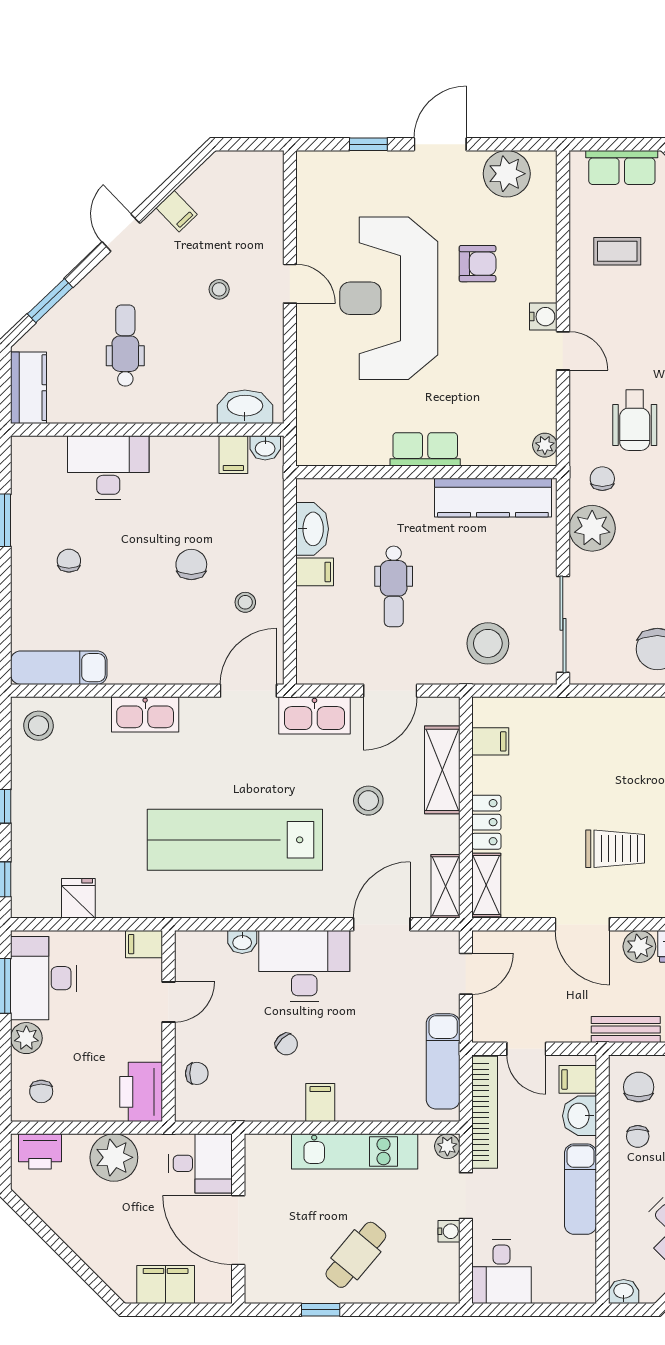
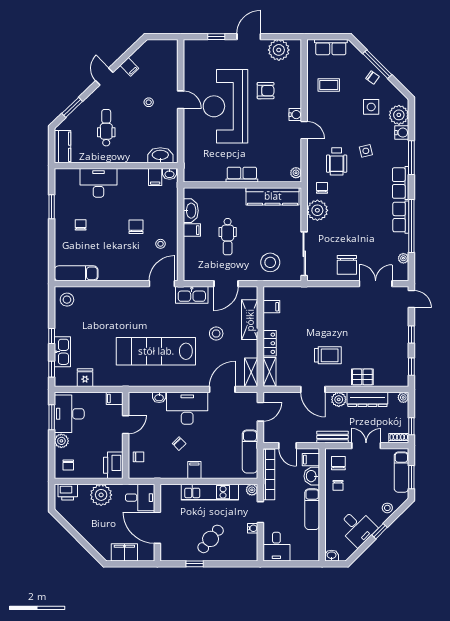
kitchen sink: (145, 714) -> (62, 352), moved, turned -90

